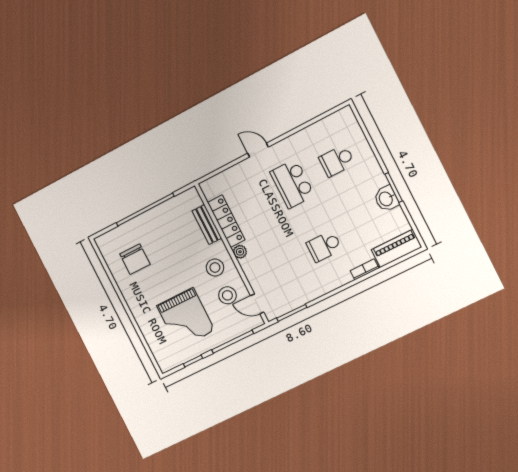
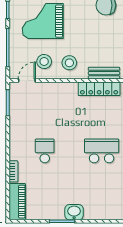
school desk: (337, 161) -> (102, 191), removed
washbasin: (386, 199) -> (74, 212), moved
plant: (240, 252) -> (72, 87), removed

